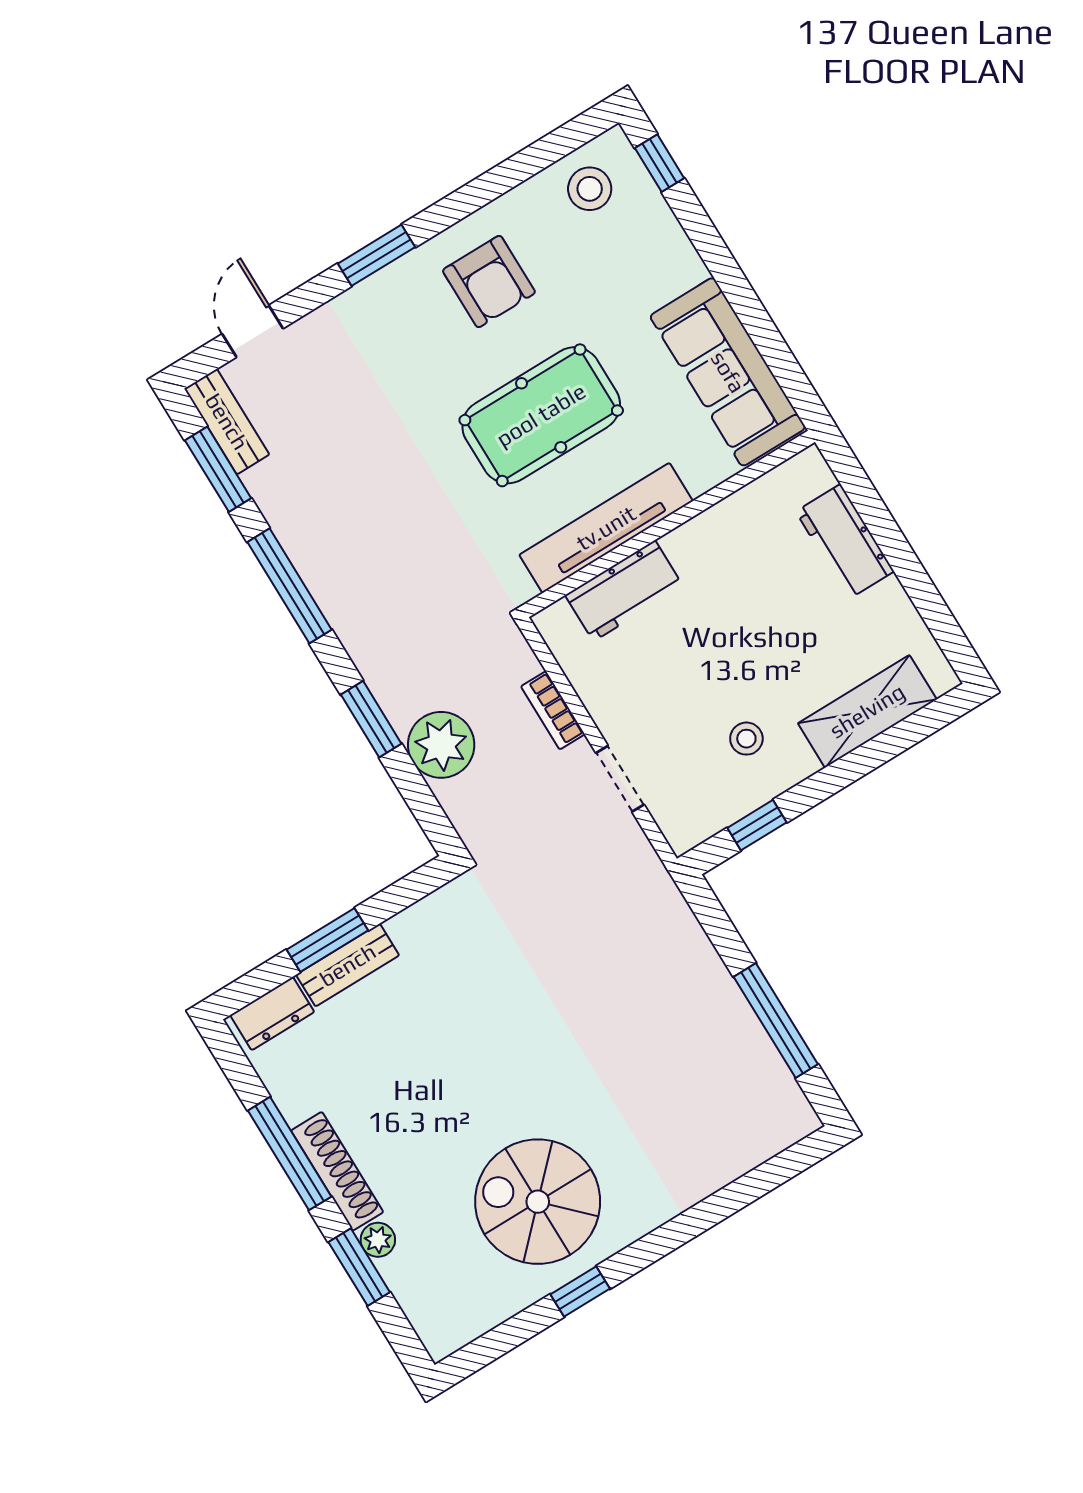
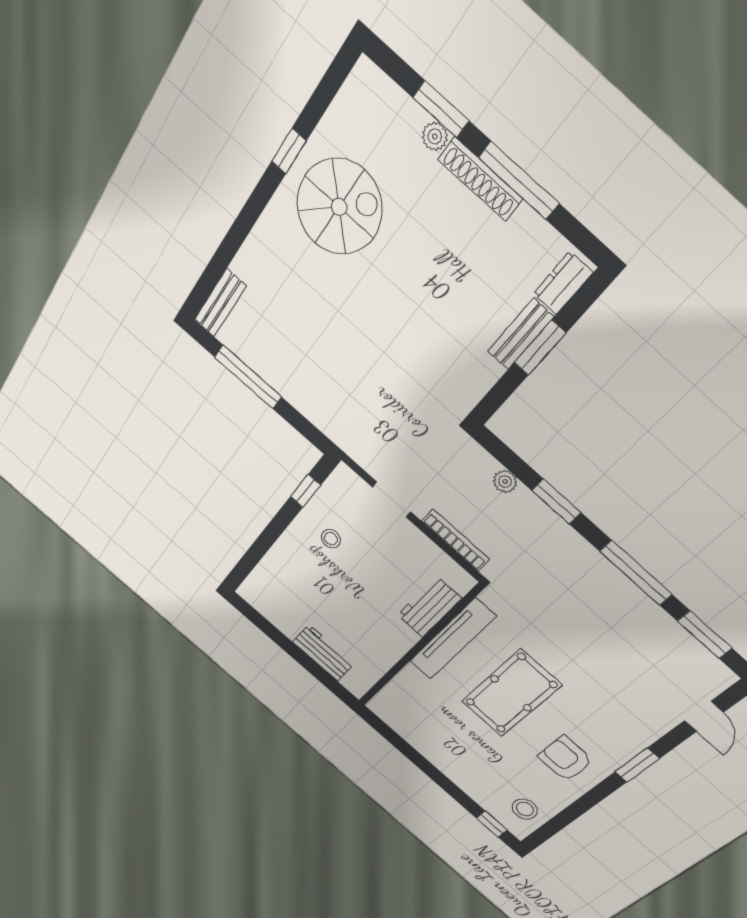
sofa: (728, 372) -> (417, 728), removed
bench: (227, 422) -> (220, 303), moved, turned 90
bookcase: (553, 710) -> (456, 540), width x1.56
shelving: (867, 711) -> (275, 567), removed
plant: (441, 745) -> (505, 481), width x0.53, depth x0.53

